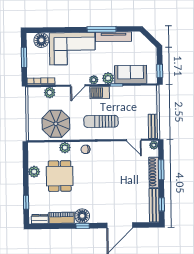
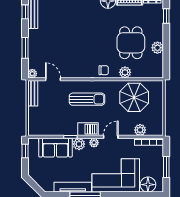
shoe rack: (154, 172) -> (33, 45), removed

